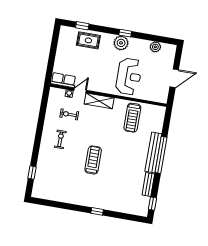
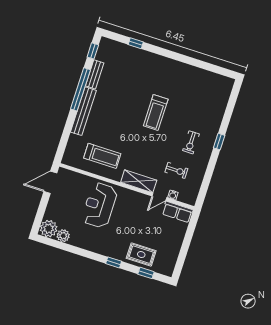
window: (125, 33) -> (114, 262), moved
plant: (121, 43) -> (49, 229), moved
door: (174, 78) -> (50, 182), moved
treadmill: (132, 118) -> (102, 156), turned 90
window: (161, 155) -> (80, 89), moved
window: (32, 173) -> (219, 142), moved
window: (97, 211) -> (136, 43), moved

